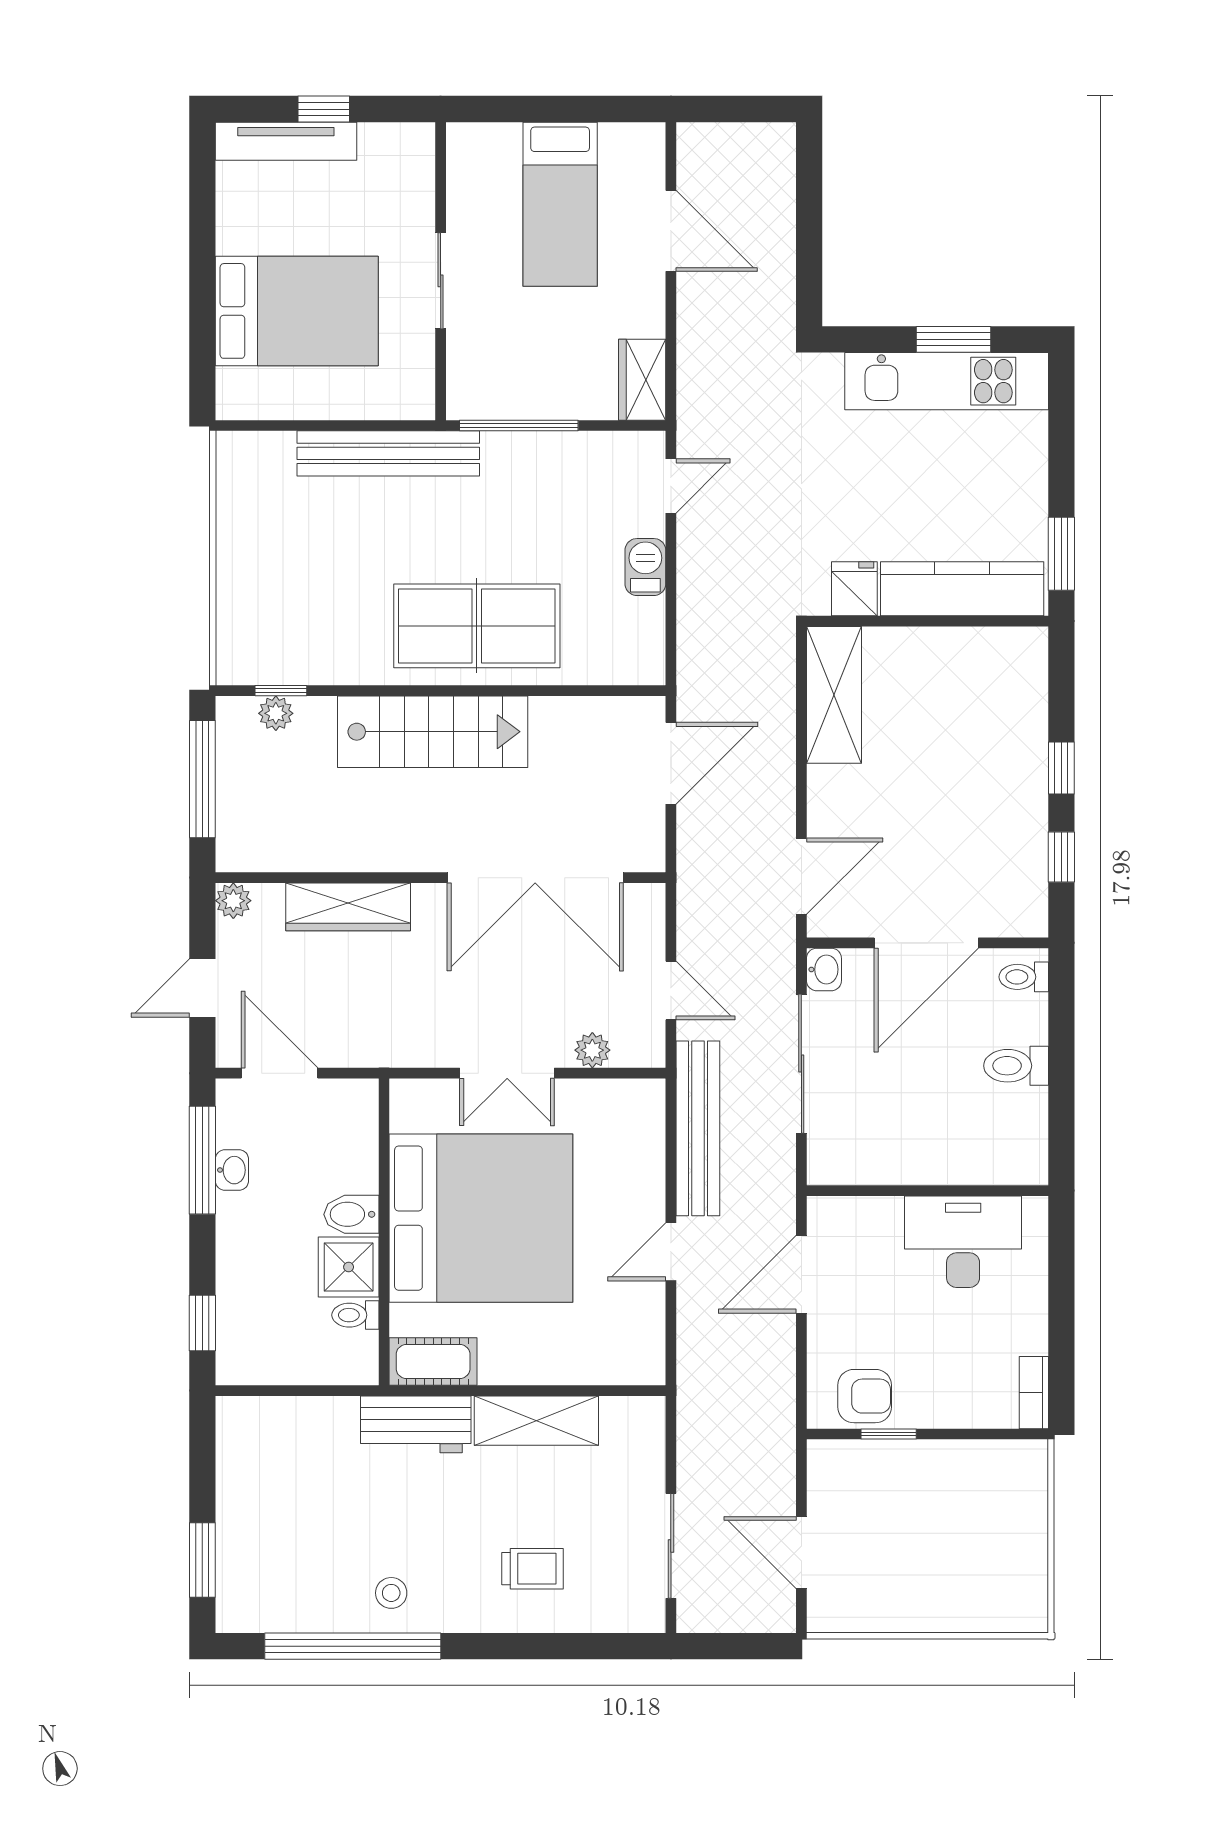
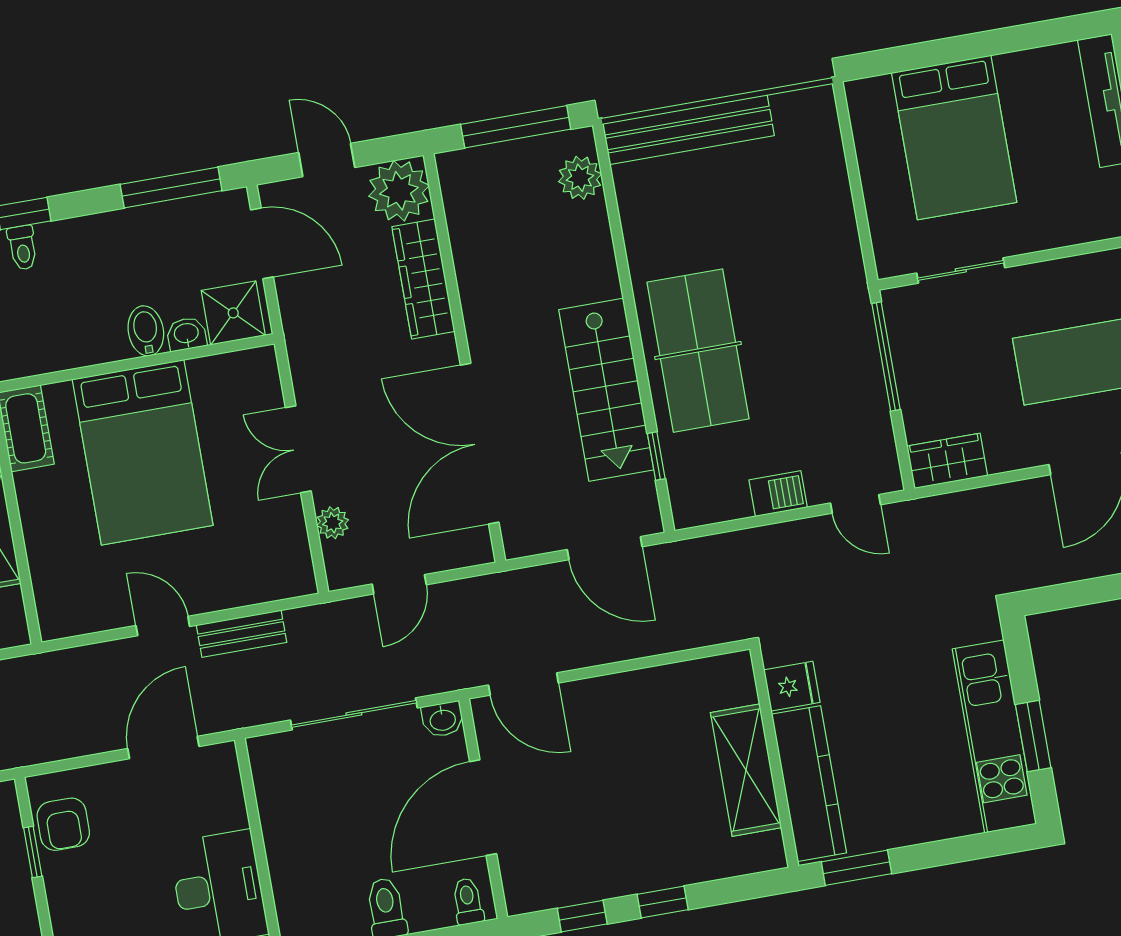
sliding door: (441, 281) -> (961, 270), moved
bench: (388, 453) -> (688, 130), moved, turned 90
window: (281, 691) -> (656, 456), moved
shelving: (834, 695) -> (746, 770), moved, turned 90
plant: (276, 713) -> (580, 178), width x1.38, depth x1.38
stairs: (433, 732) -> (606, 390), moved
plant: (233, 901) -> (399, 191), width x1.87, depth x1.87
door: (926, 943) -> (483, 808), hinge flipped
door: (279, 1073) -> (262, 243), hinge flipped
bench: (698, 1128) -> (242, 634), width x0.54, depth x0.82
washbasin: (232, 1170) -> (186, 334), moved, turned 180
bed: (481, 1218) -> (143, 452), width x0.73
shower: (349, 1267) -> (233, 313), moved
door: (801, 1274) -> (163, 748), hinge flipped
toilet: (355, 1315) -> (23, 248), moved, turned 180

